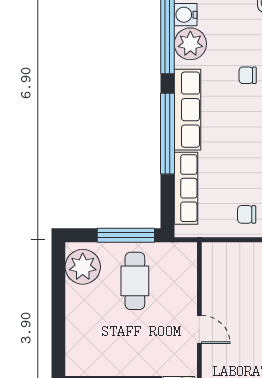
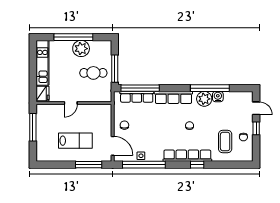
window: (167, 134) -> (140, 88), moved
plant: (83, 267) -> (81, 49), moved
window: (58, 324) -> (73, 37), added

